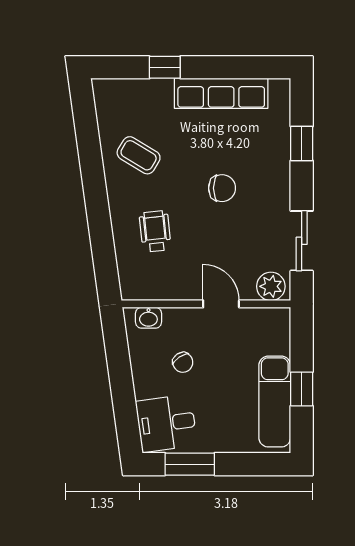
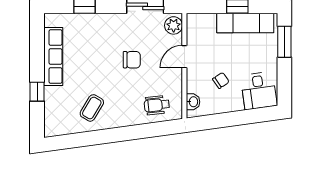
chair: (222, 188) -> (132, 60), moved, turned 90
wheelchair: (155, 231) -> (157, 105), moved
window: (190, 464) -> (284, 42), moved

